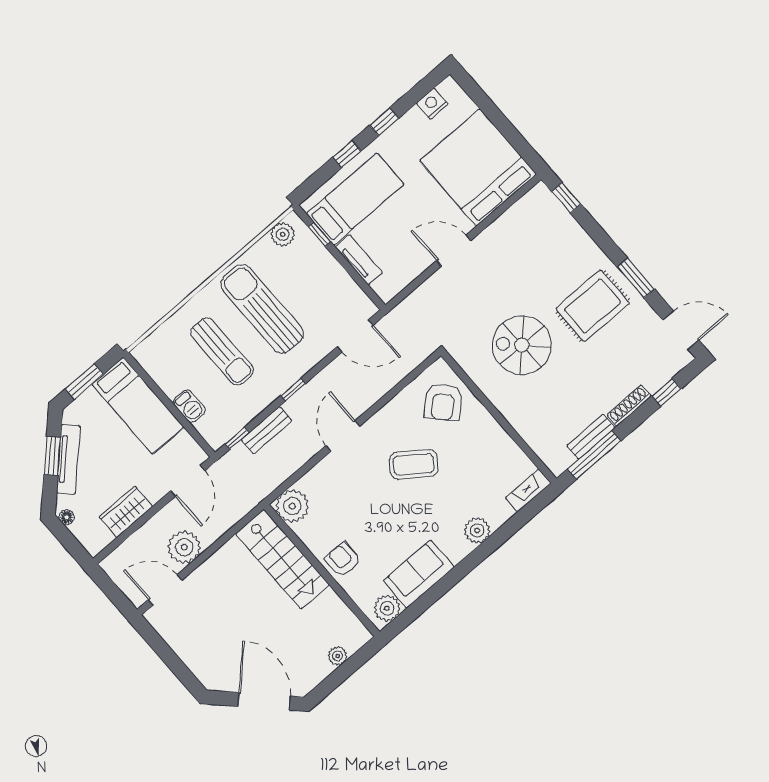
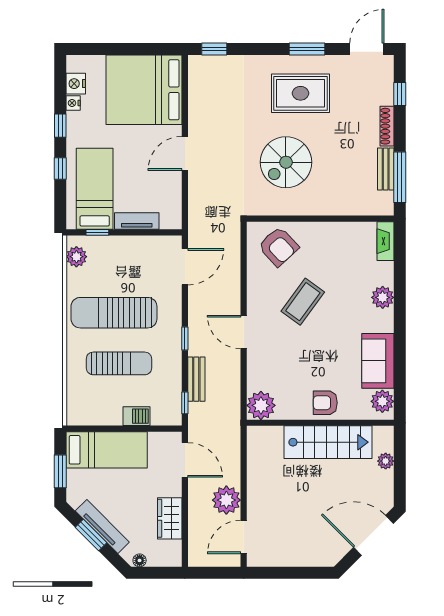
nightstand: (413, 116) -> (73, 103), added
rug: (593, 306) -> (301, 93), turned 90
stairs: (282, 559) -> (328, 442), moved

